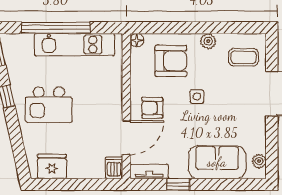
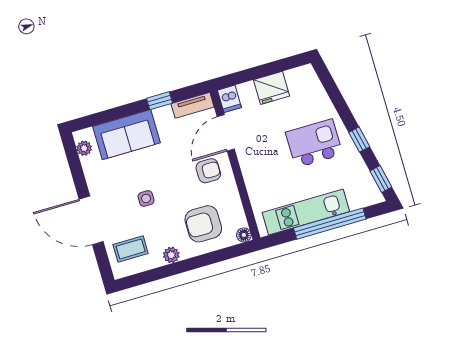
side table: (197, 96) -> (146, 198), moved
fridge: (52, 166) -> (271, 88), moved

